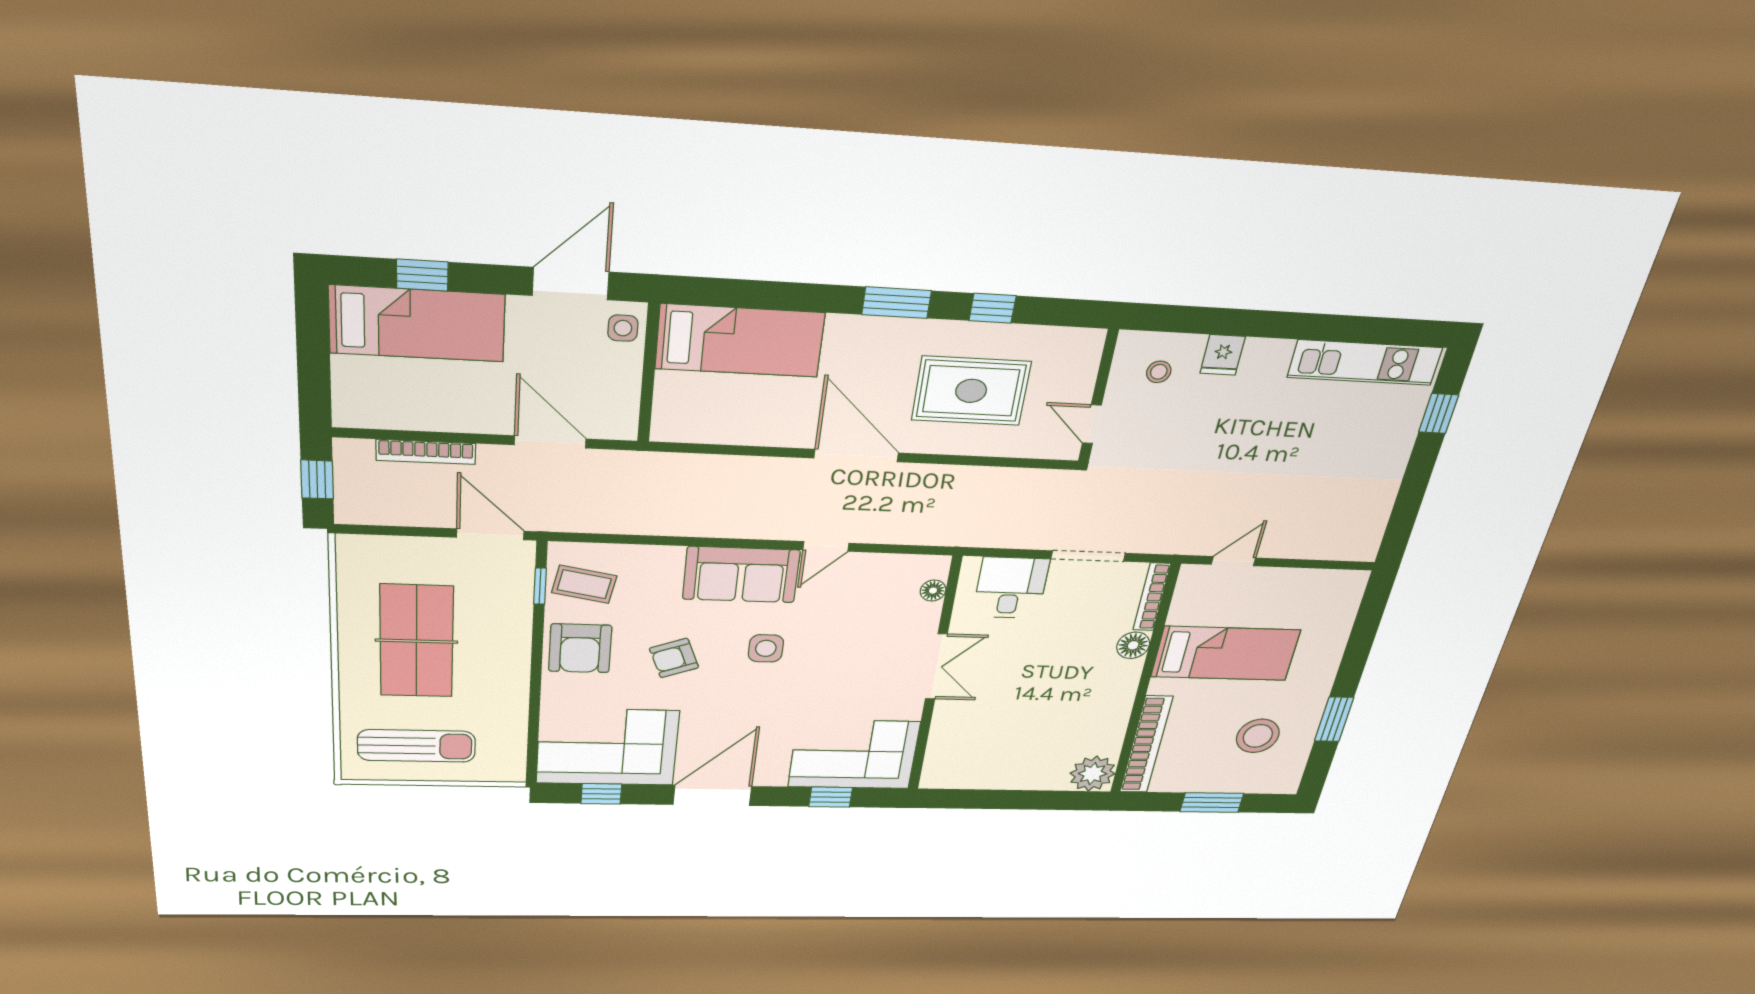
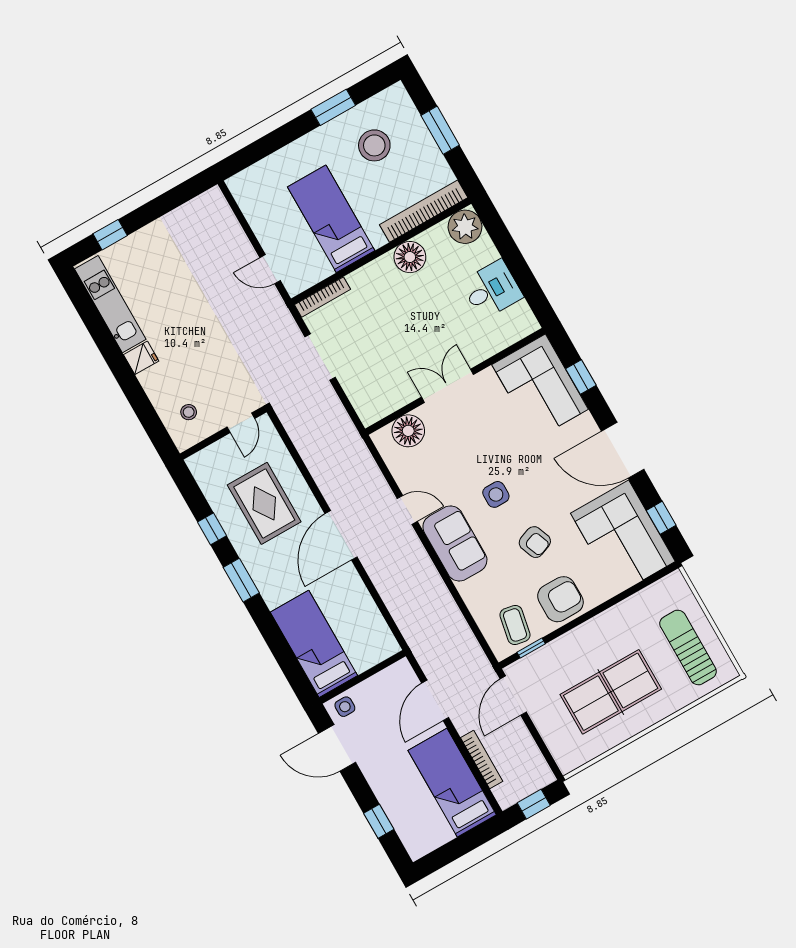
bed: (417, 324) -> (452, 783), moved
fridge: (1223, 355) -> (141, 358), moved
desk: (1011, 588) -> (492, 290), moved, turned 180
floor lamp: (933, 591) -> (408, 431), width x1.89, depth x1.89
floor lamp: (1133, 645) -> (410, 257), moved, width x1.38, depth x1.38

